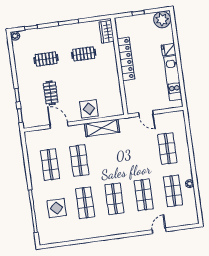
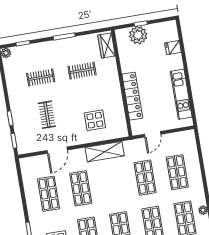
plant: (162, 20) -> (138, 35), moved
fridge: (169, 50) -> (173, 48), moved
locker: (126, 59) -> (132, 96), moved
display table: (89, 109) -> (95, 120), moved
door: (146, 113) -> (153, 134), hinge flipped
door: (59, 125) -> (57, 150), swing flipped
shop shelf: (138, 153) -> (145, 178), added

